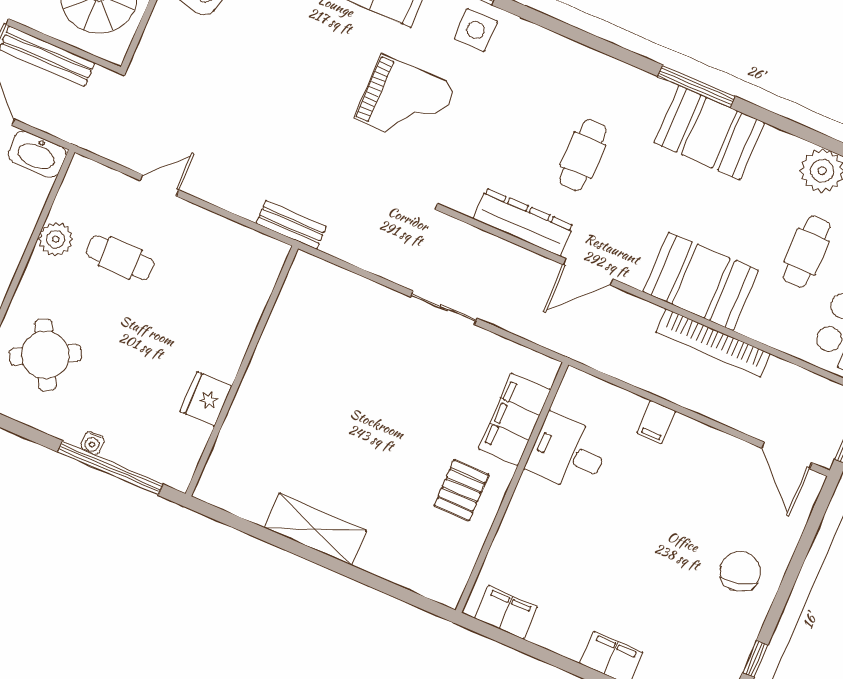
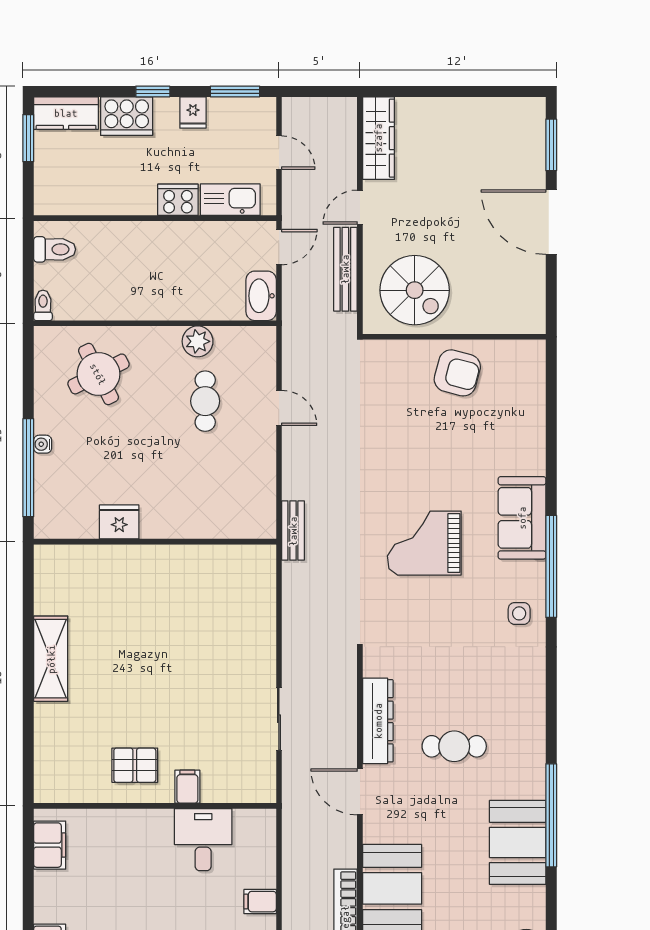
side table: (476, 30) -> (519, 613), width x0.73, depth x0.73
window: (696, 86) -> (551, 815), width x1.46
grand piano: (405, 102) -> (424, 543), moved, turned 90
sliding door: (444, 308) -> (279, 719), moved
filing cabinet: (515, 419) -> (187, 787), width x0.33, depth x0.86

